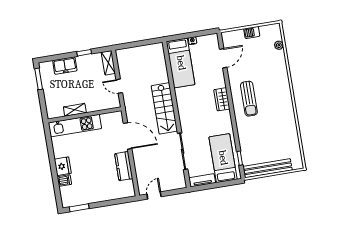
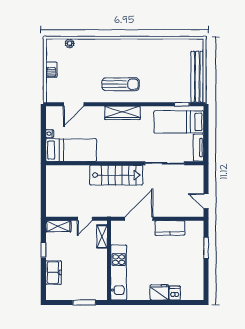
door: (223, 58) -> (74, 104), swing flipped
window: (39, 79) -> (84, 302), moved
wardrobe: (222, 99) -> (122, 113), width x1.50
shelving: (75, 110) -> (102, 236), moved
window: (79, 208) -> (206, 248), moved

